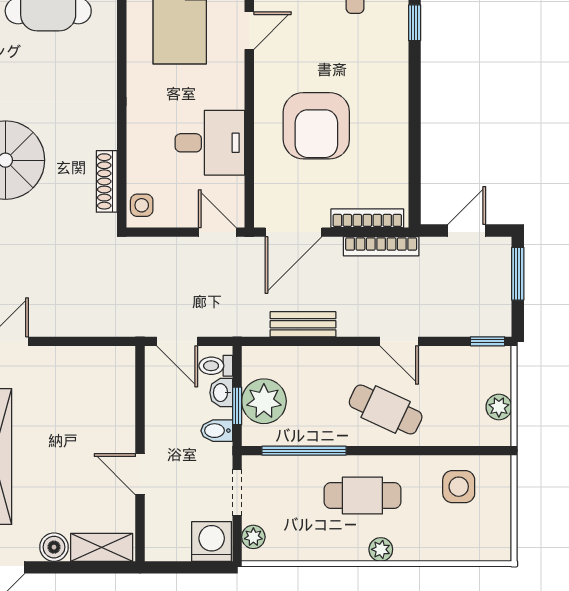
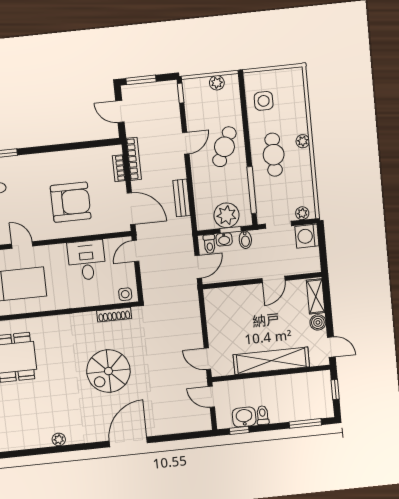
bookcase: (367, 218) -> (119, 168), width x0.64

